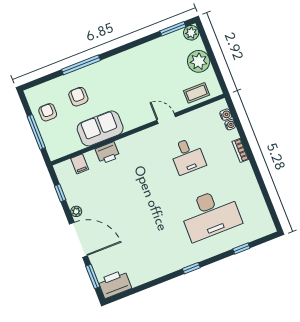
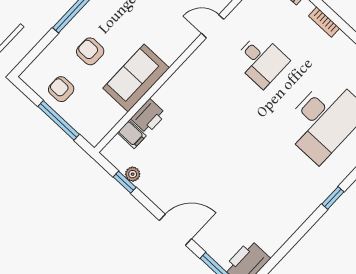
printer: (107, 153) -> (148, 116), moved
plant: (76, 211) -> (133, 174), moved
door: (78, 240) -> (175, 230), width x0.73

